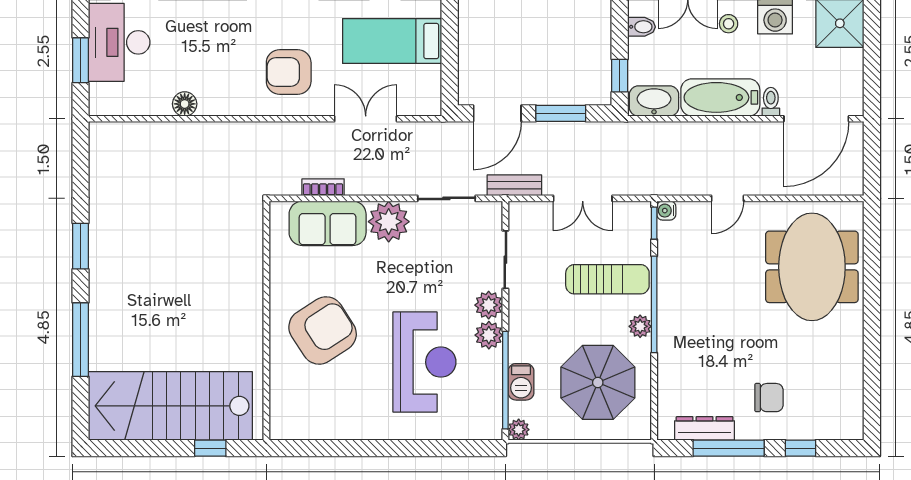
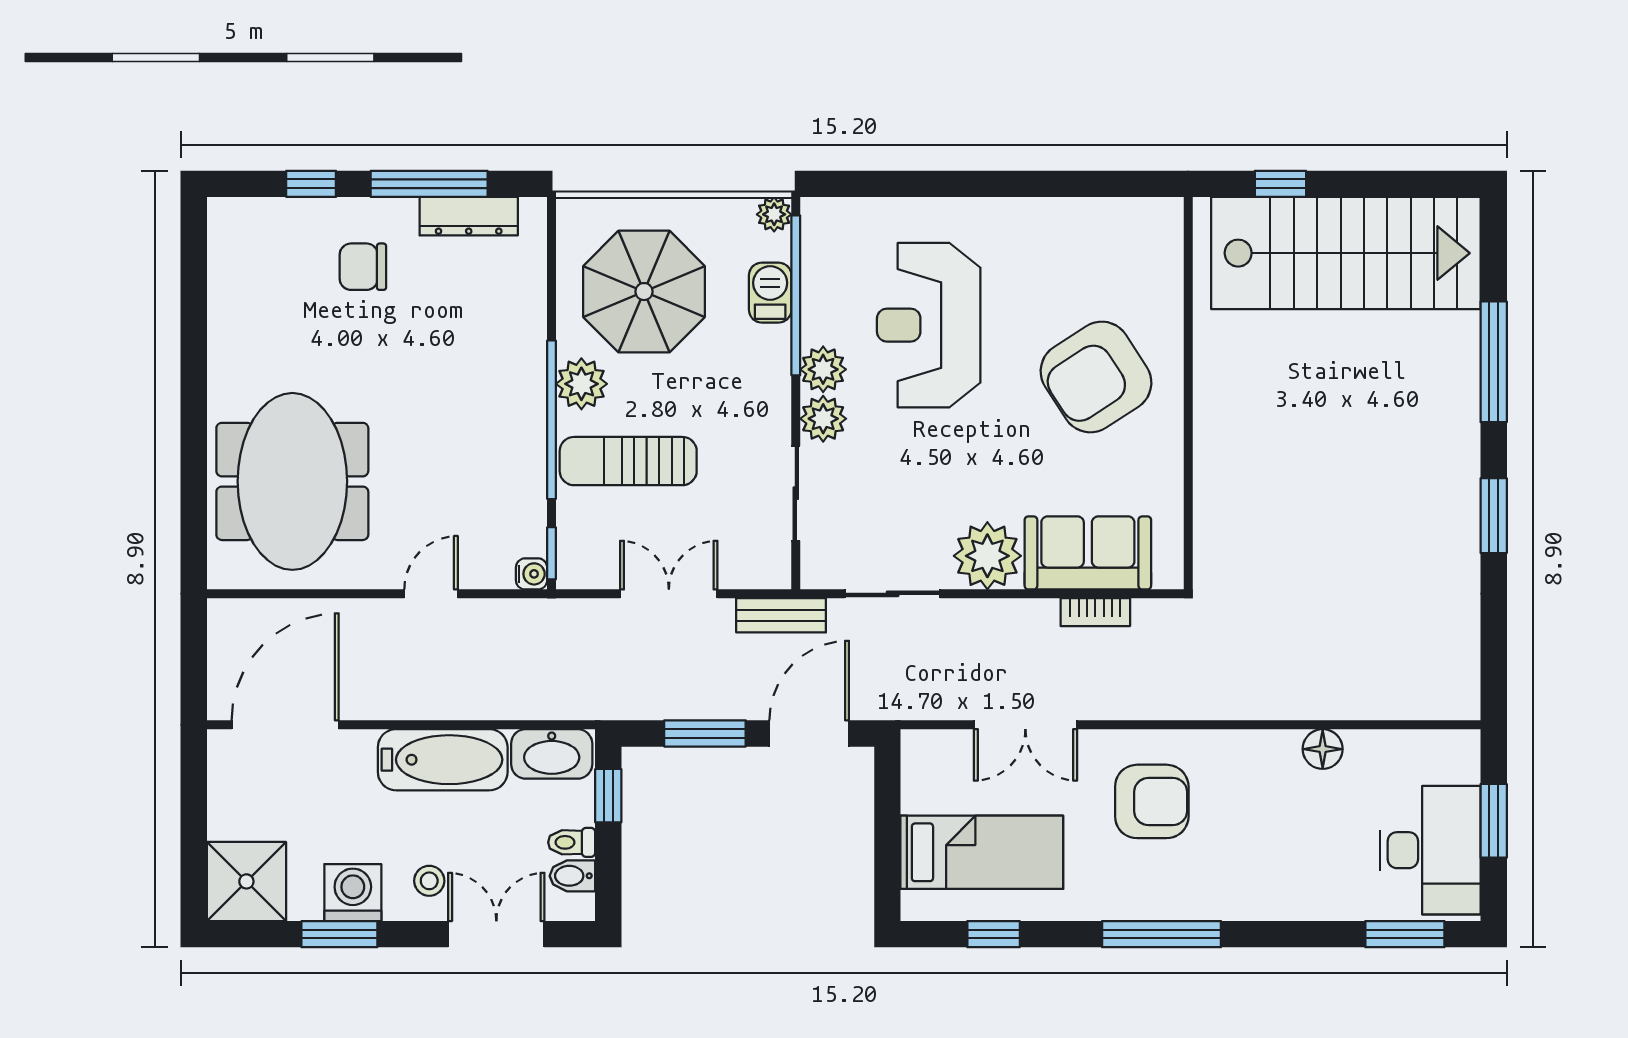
toilet: (771, 102) -> (572, 842), moved, turned 90
plant: (640, 326) -> (581, 384), width x1.38, depth x1.38

